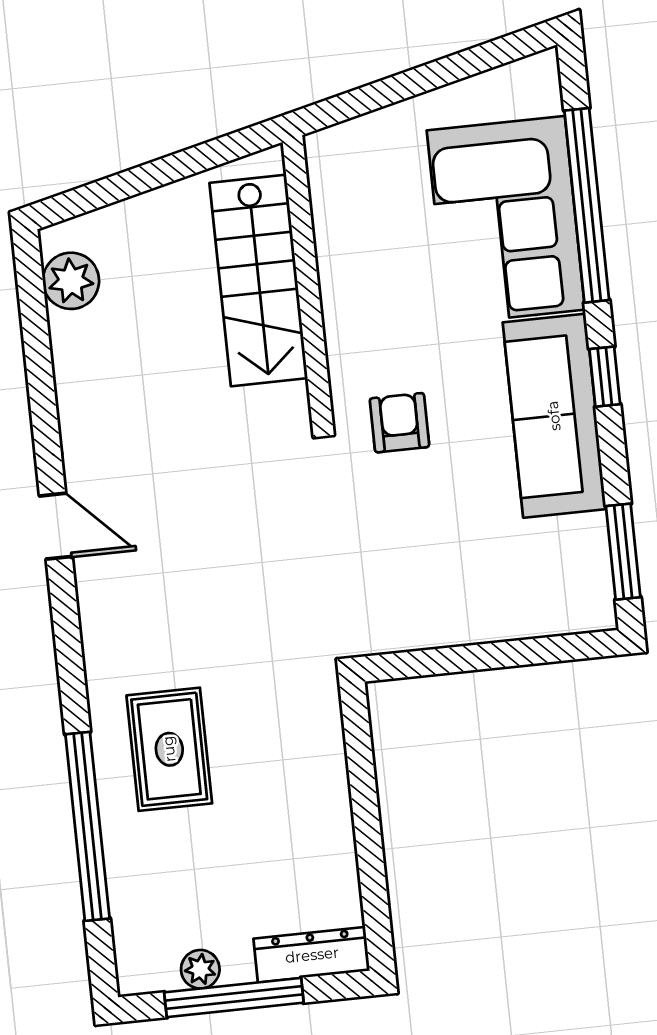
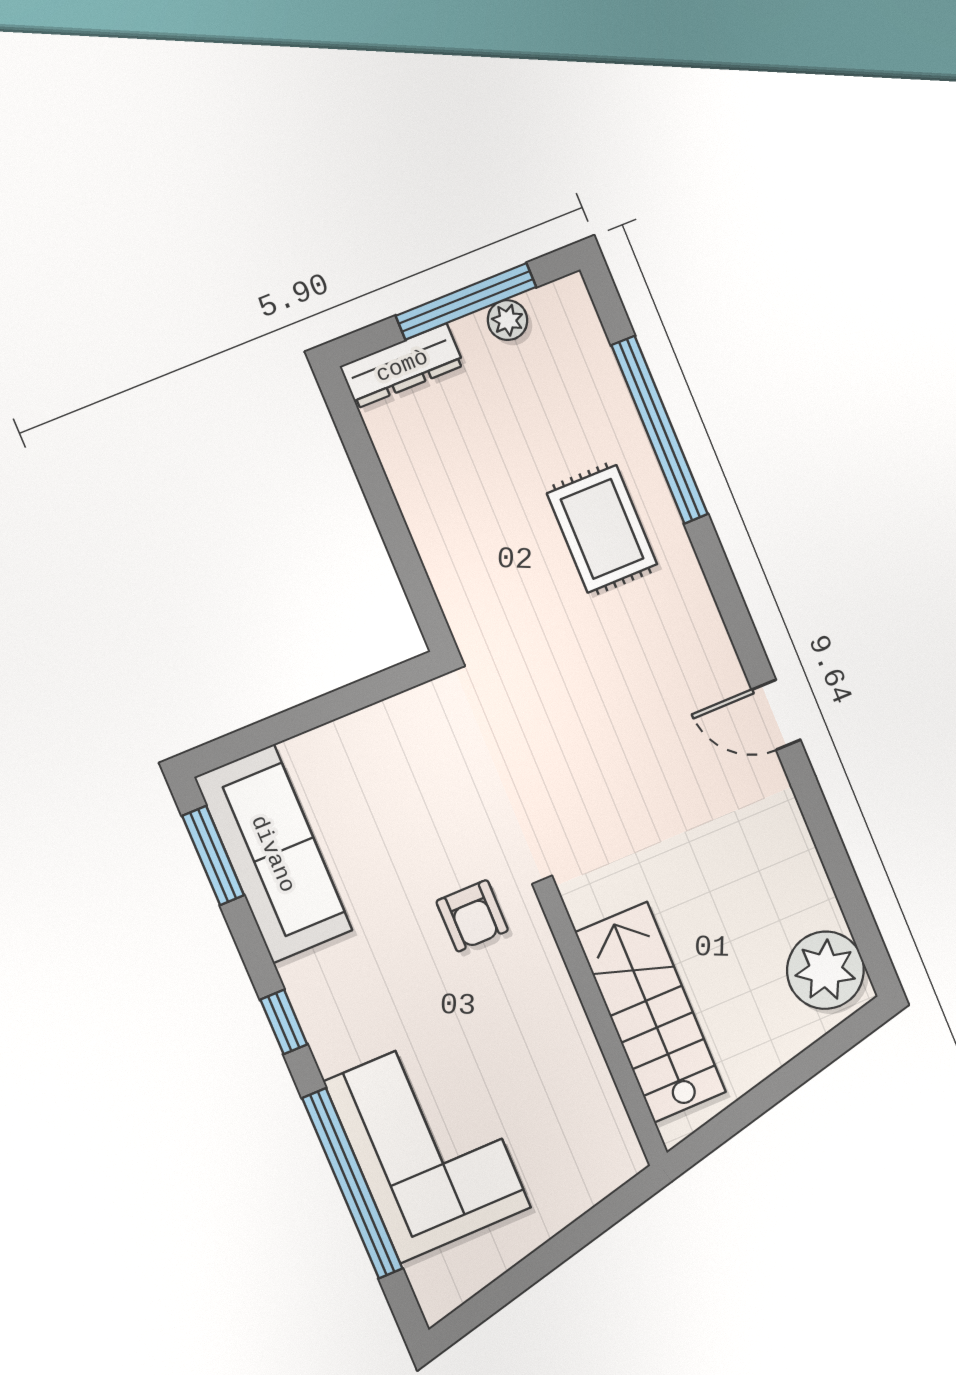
plant: (71, 281) -> (825, 970), width x1.36, depth x1.36
sofa: (554, 416) -> (273, 854), moved

